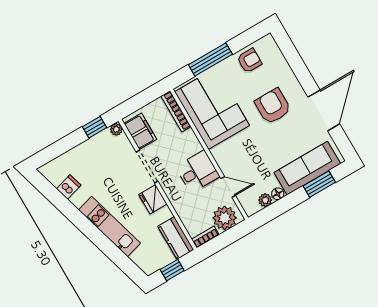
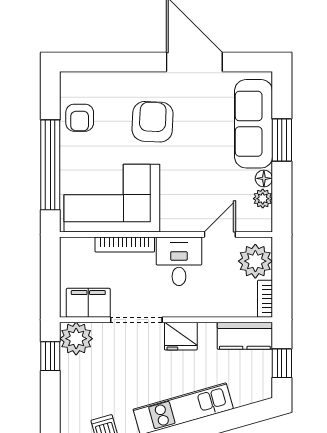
window: (210, 59) -> (50, 165), width x1.46
armchair: (249, 61) -> (80, 118), turned 180
armchair: (273, 106) -> (153, 122), turned 93
bookcase: (176, 111) -> (125, 245), moved
plant: (116, 129) -> (76, 339), width x1.87, depth x1.87
window: (319, 184) -> (282, 140), moved

